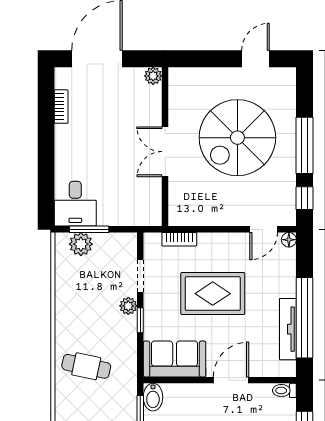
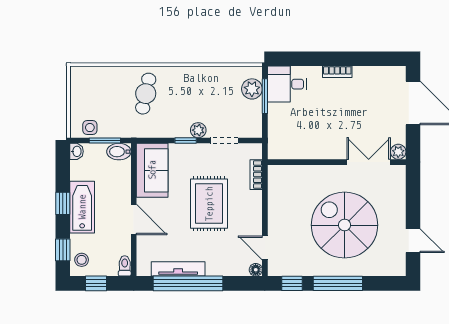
bookcase: (61, 107) -> (337, 72), moved
double door: (165, 152) -> (369, 162), moved

